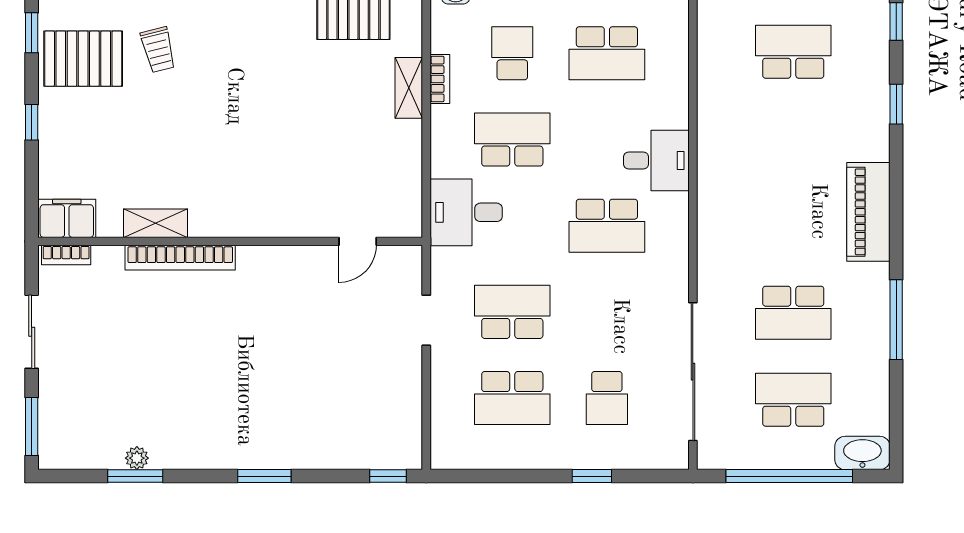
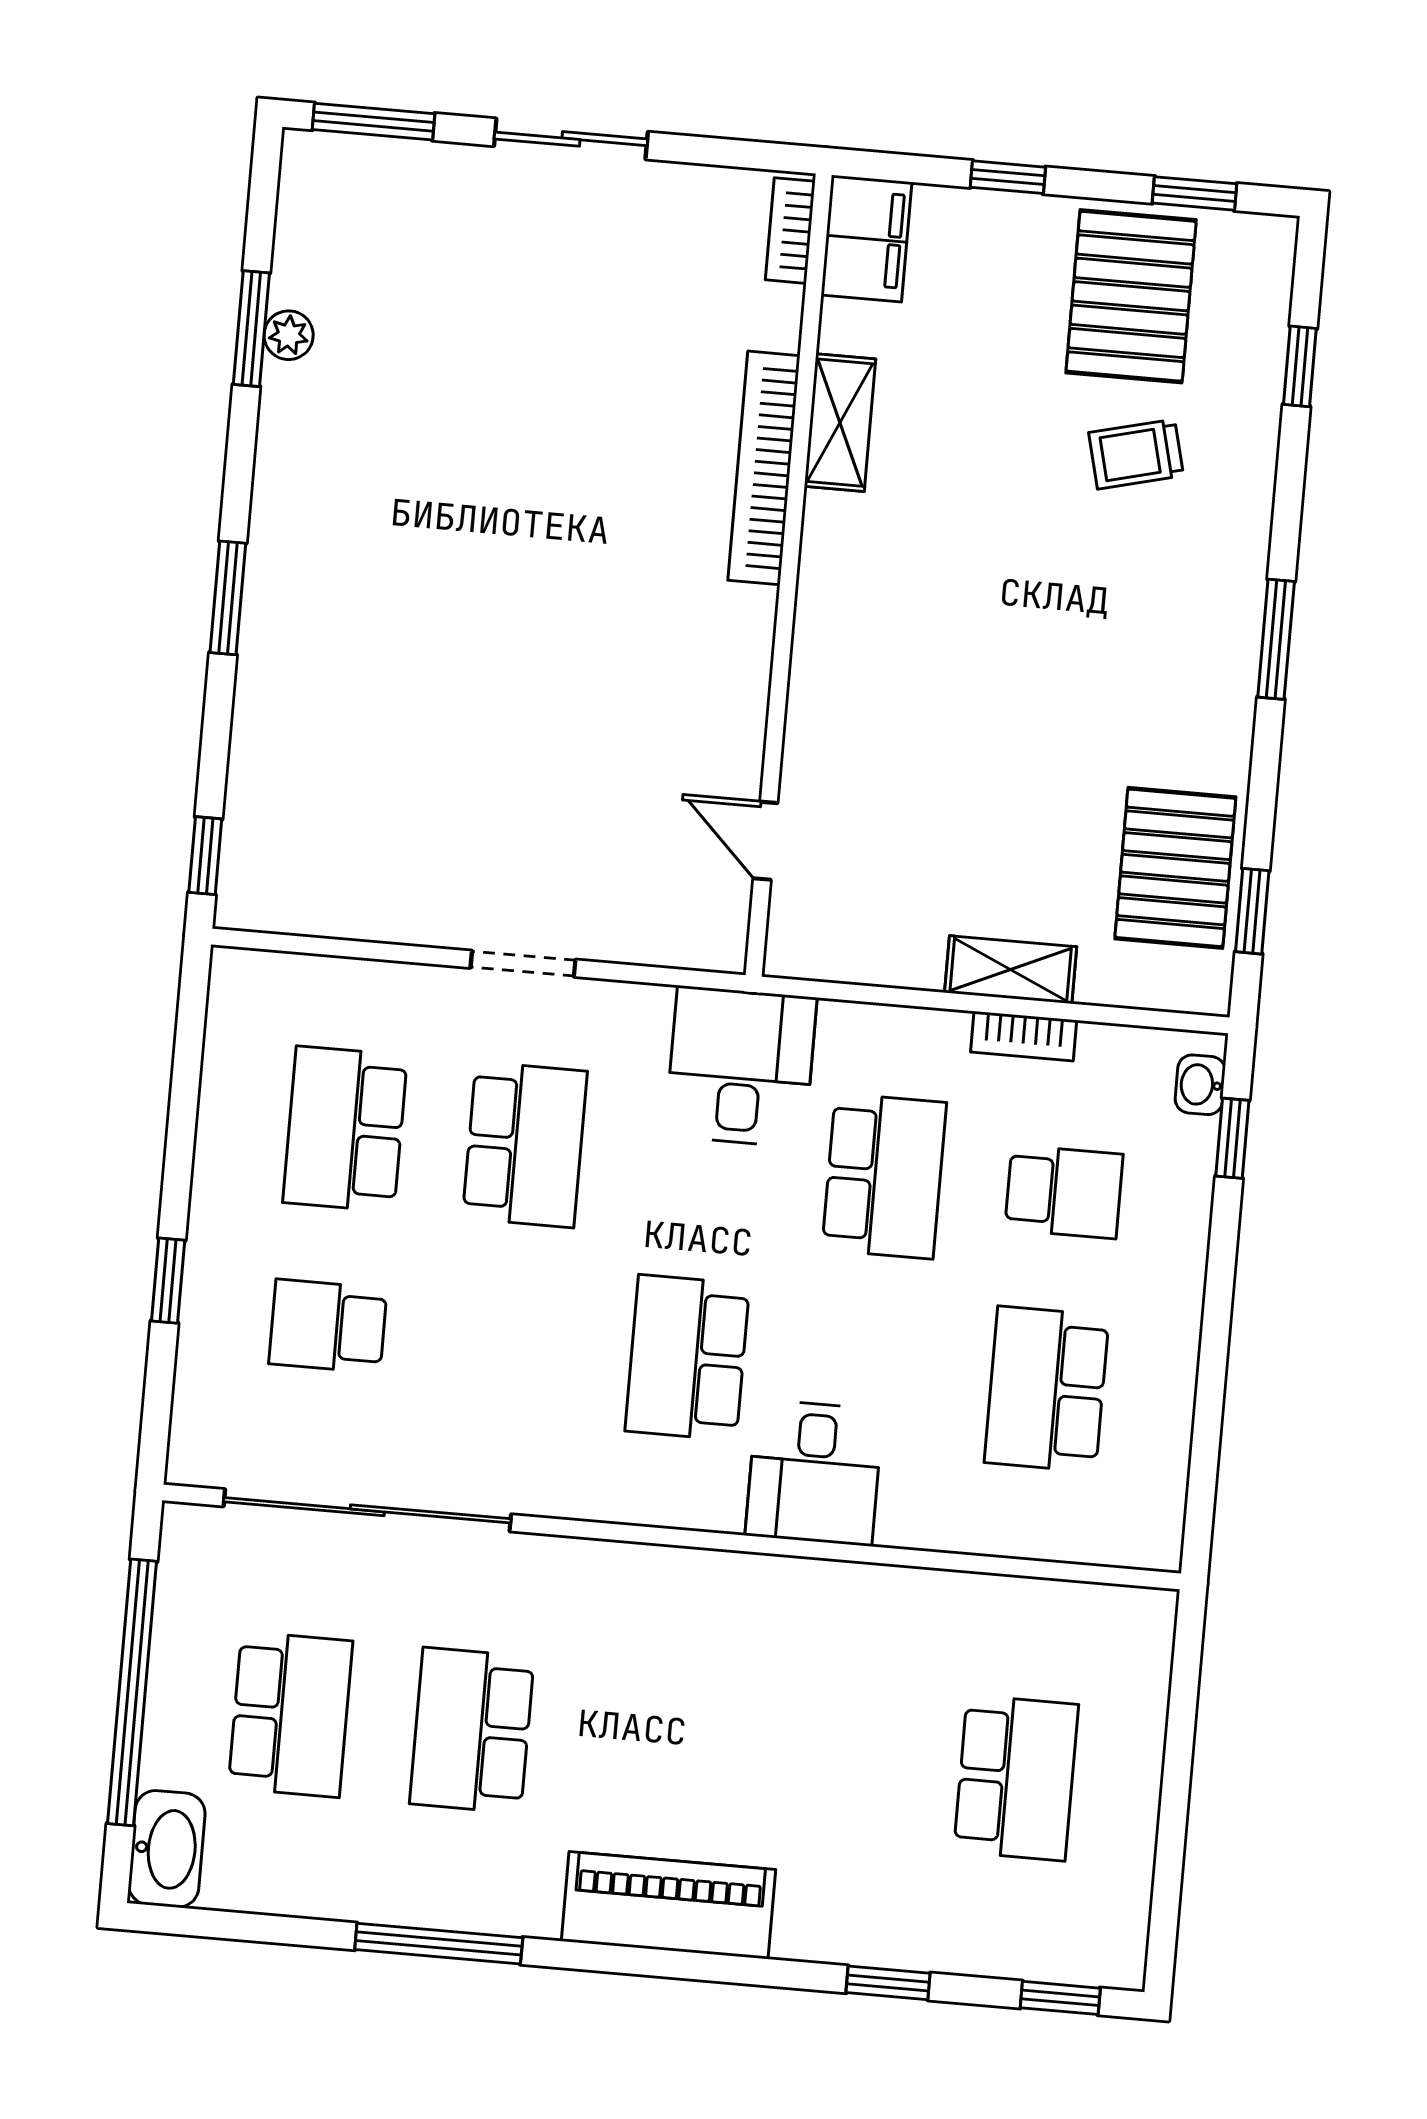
filing cabinet: (67, 218) -> (866, 239), moved
shelving: (155, 223) -> (840, 423), moved
wall: (230, 241) -> (789, 575), moved
door: (358, 241) -> (765, 841), moved
bookcase: (66, 255) -> (790, 231), moved
bookcase: (180, 258) -> (764, 468), moved

